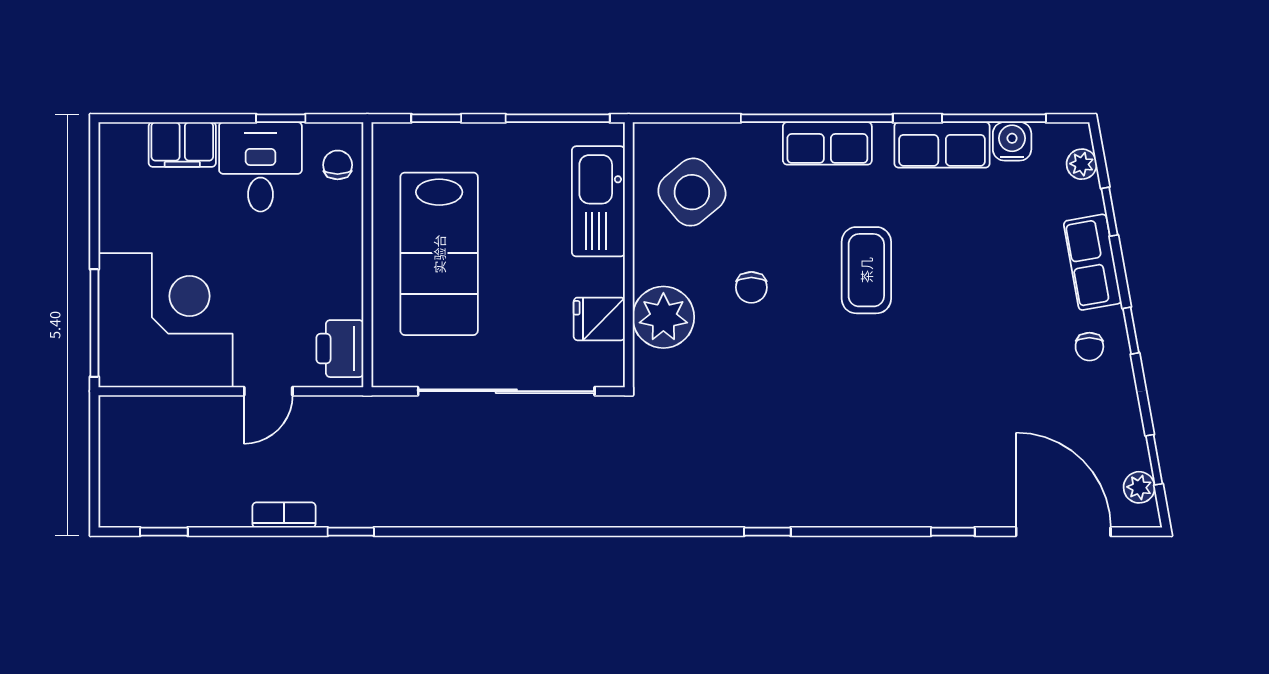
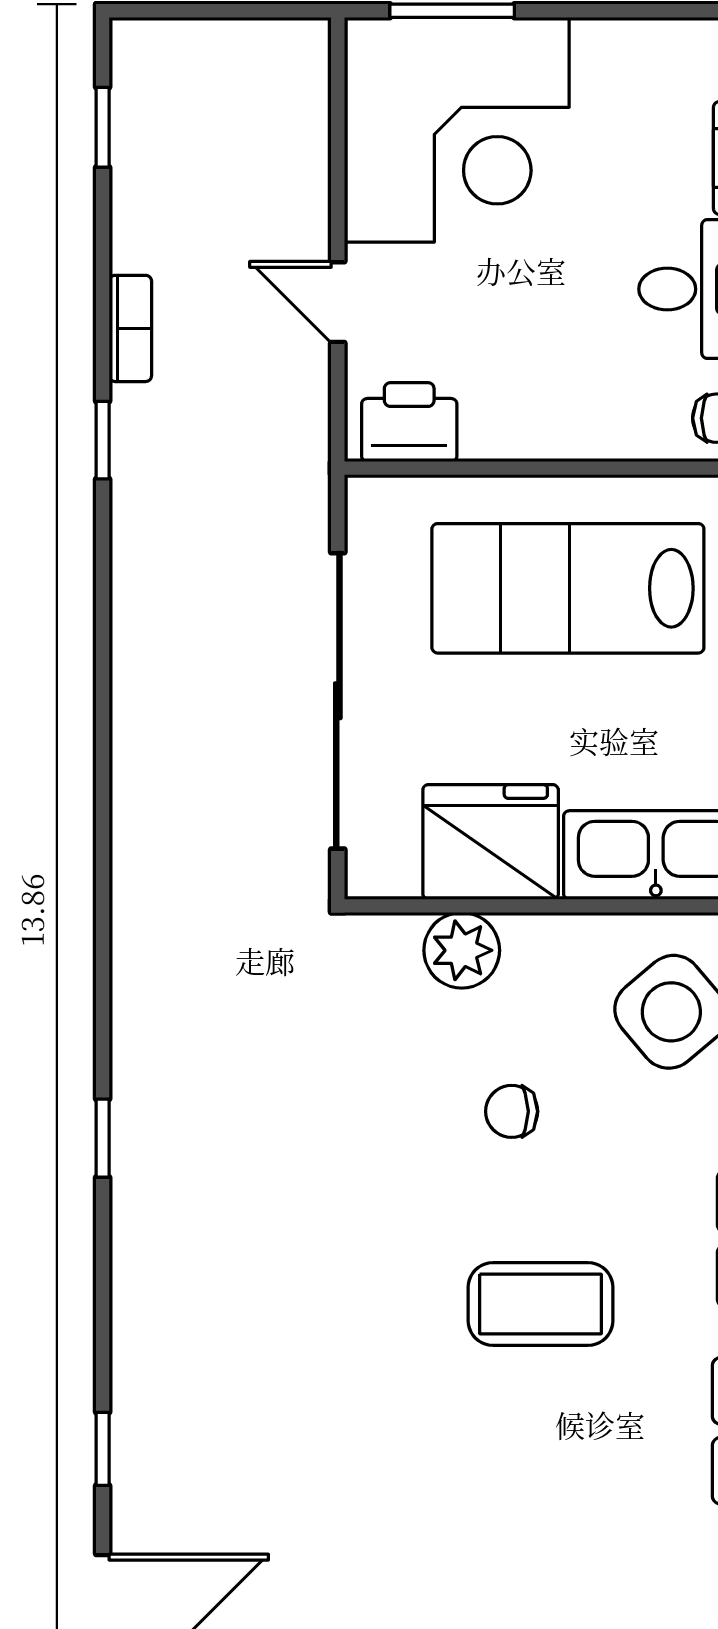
plant: (663, 317) -> (462, 950), width x0.73, depth x0.73
fridge: (599, 319) -> (491, 842), width x1.88, depth x1.34
window: (94, 323) -> (452, 11), width x0.69

